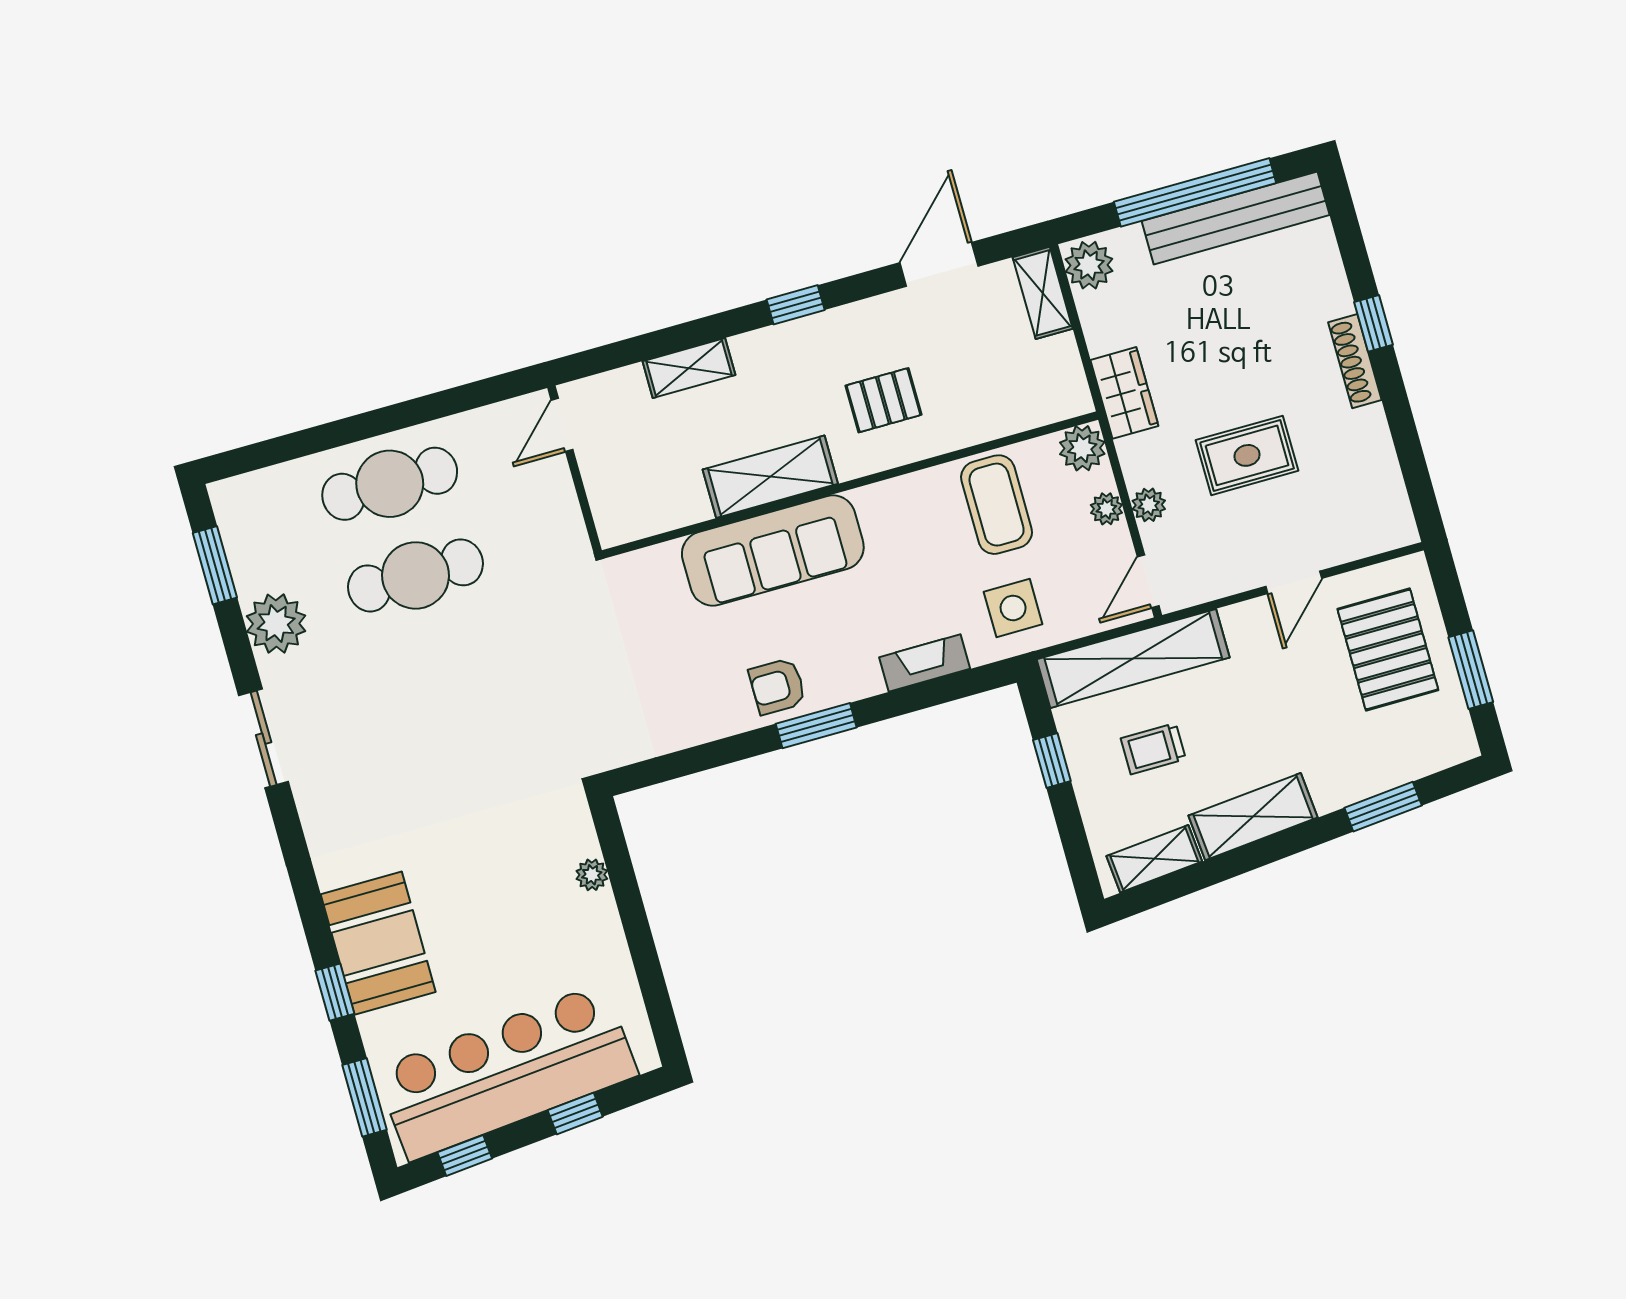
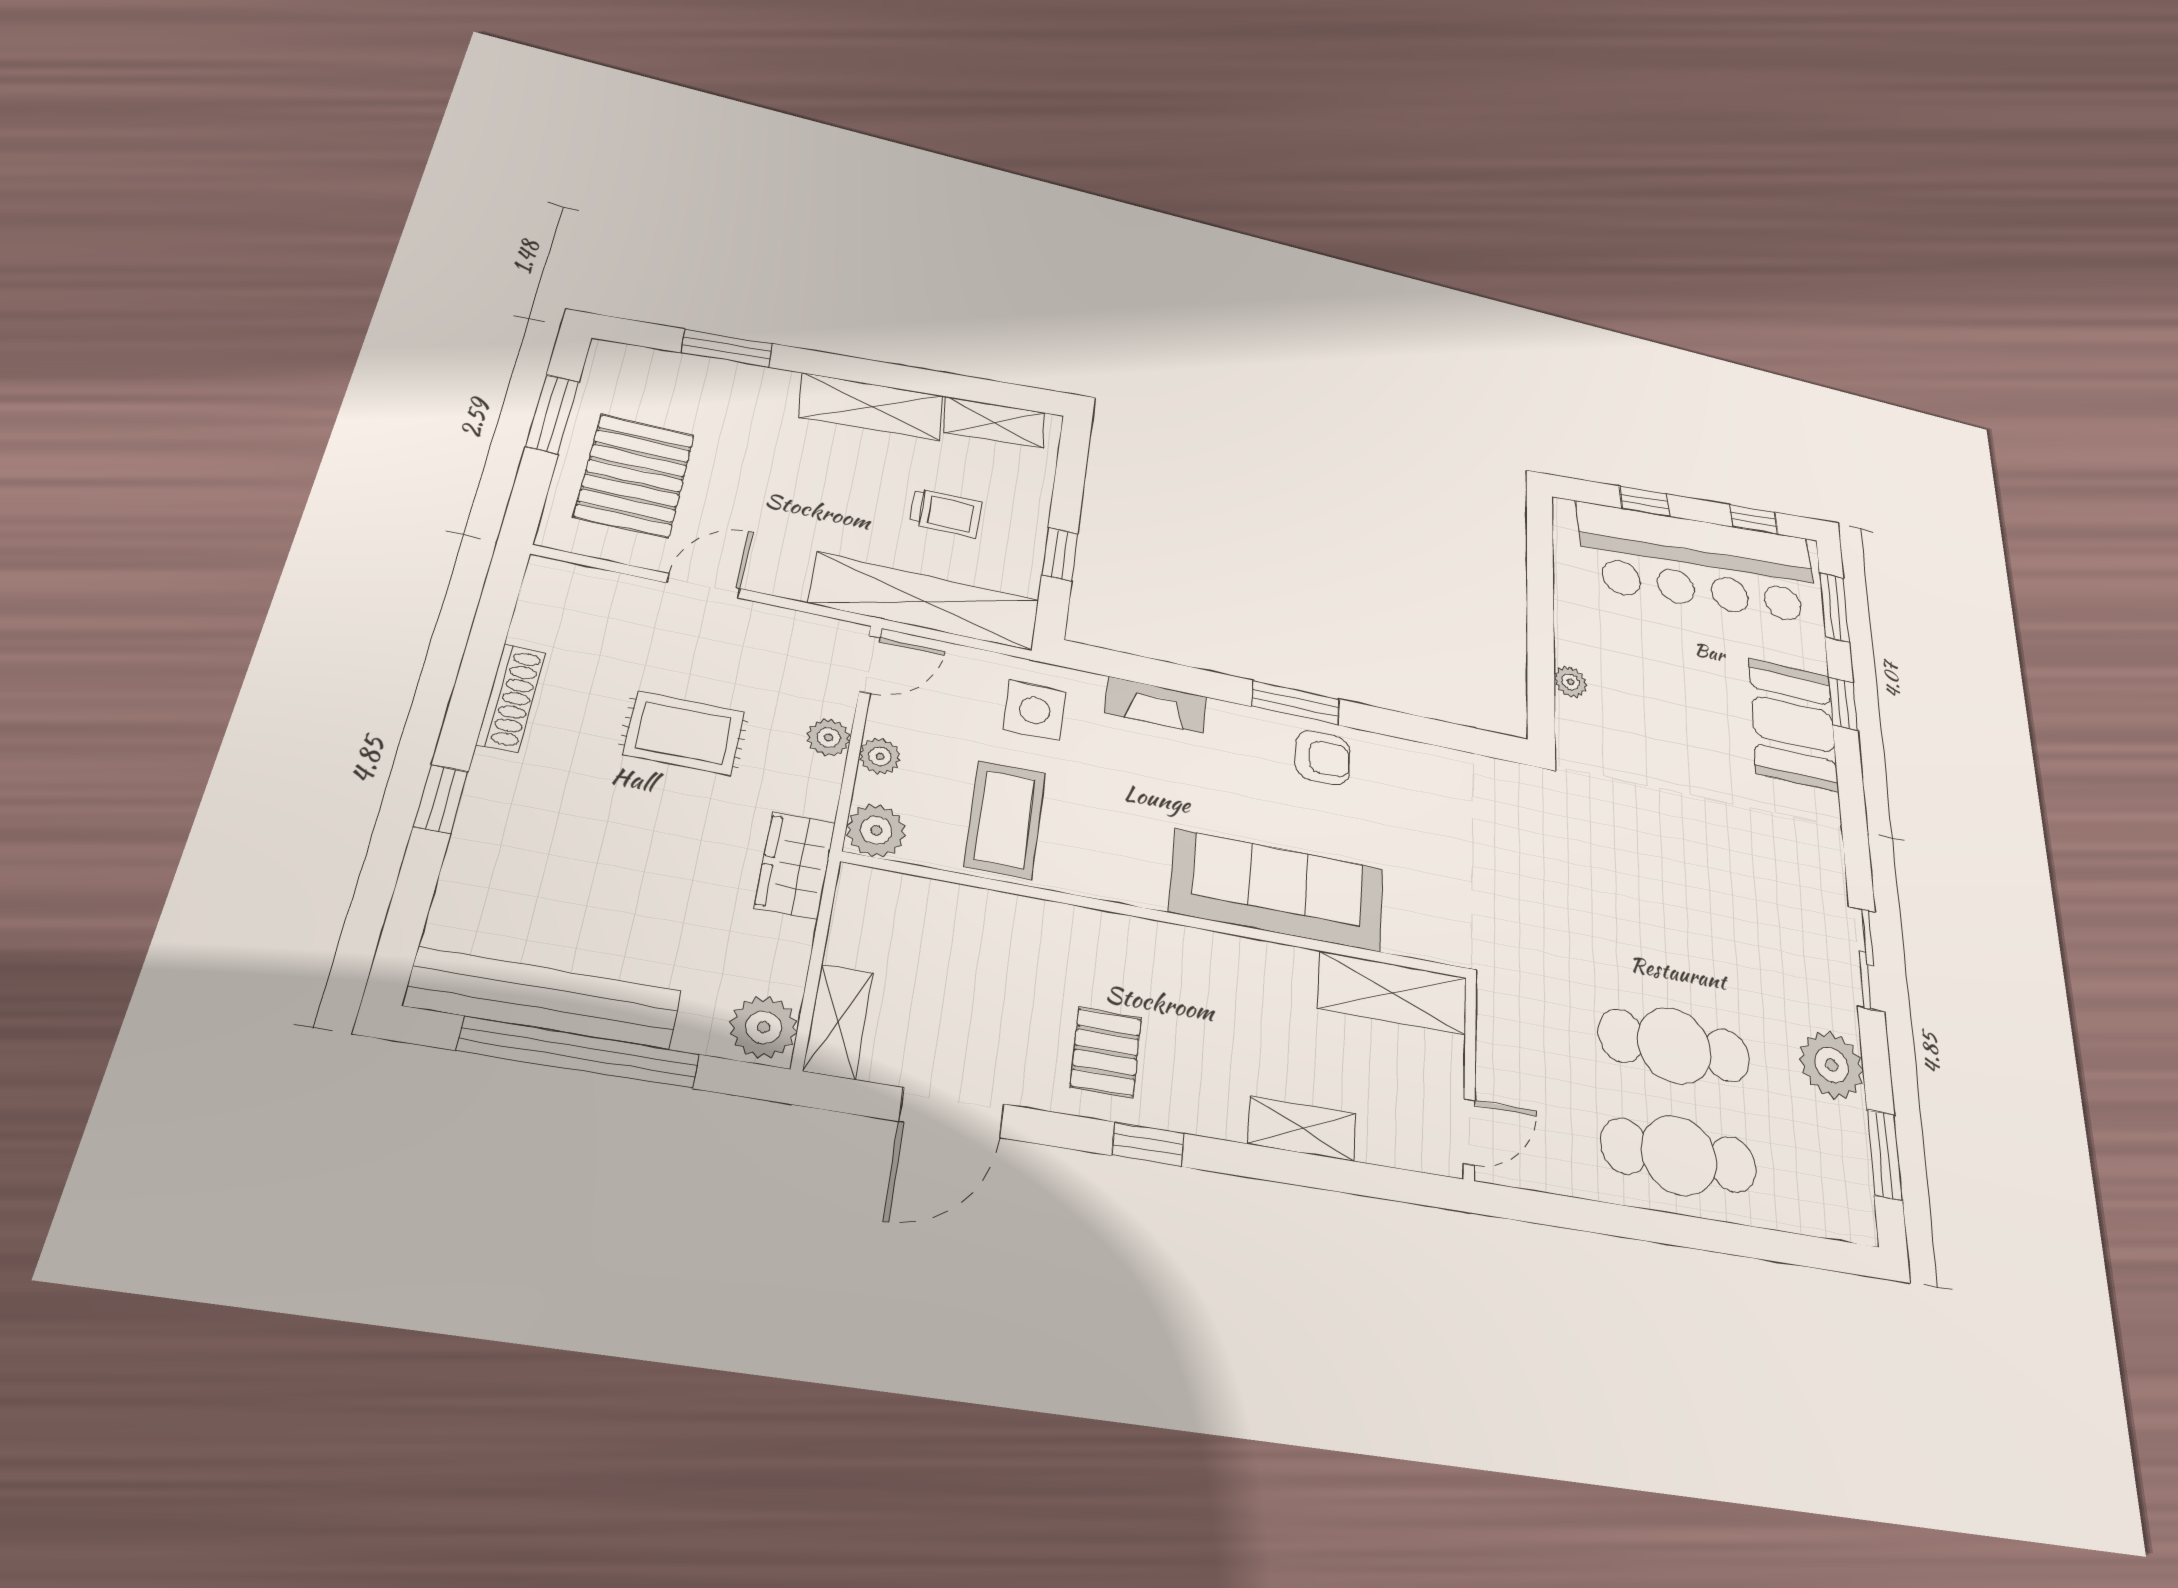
shoe rack: (1355, 361) -> (511, 698), moved
pallet: (883, 400) -> (1106, 1052), moved, turned 90
shelving: (770, 477) -> (1393, 993), moved

